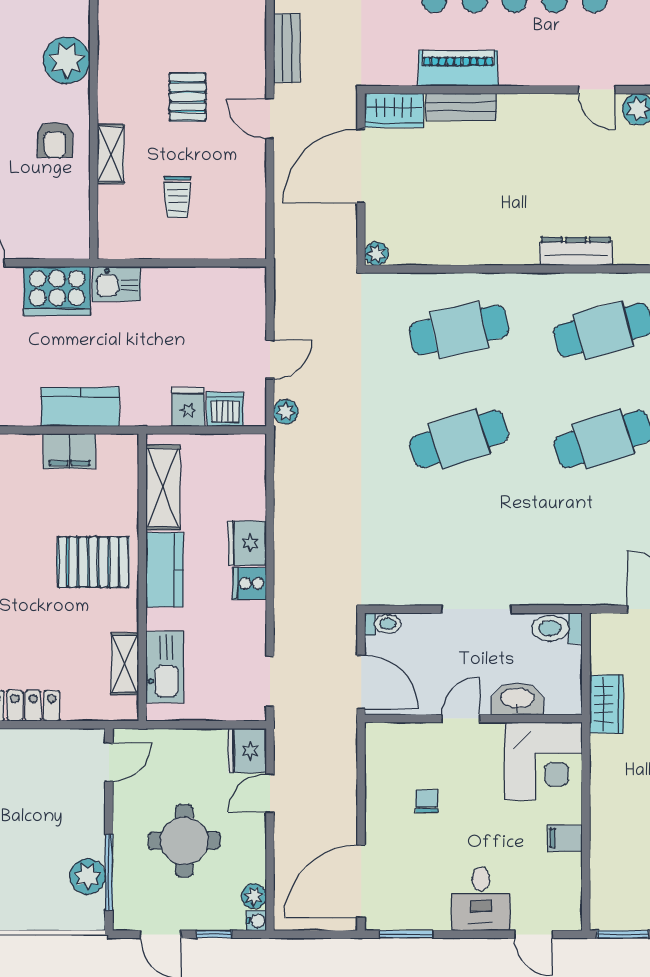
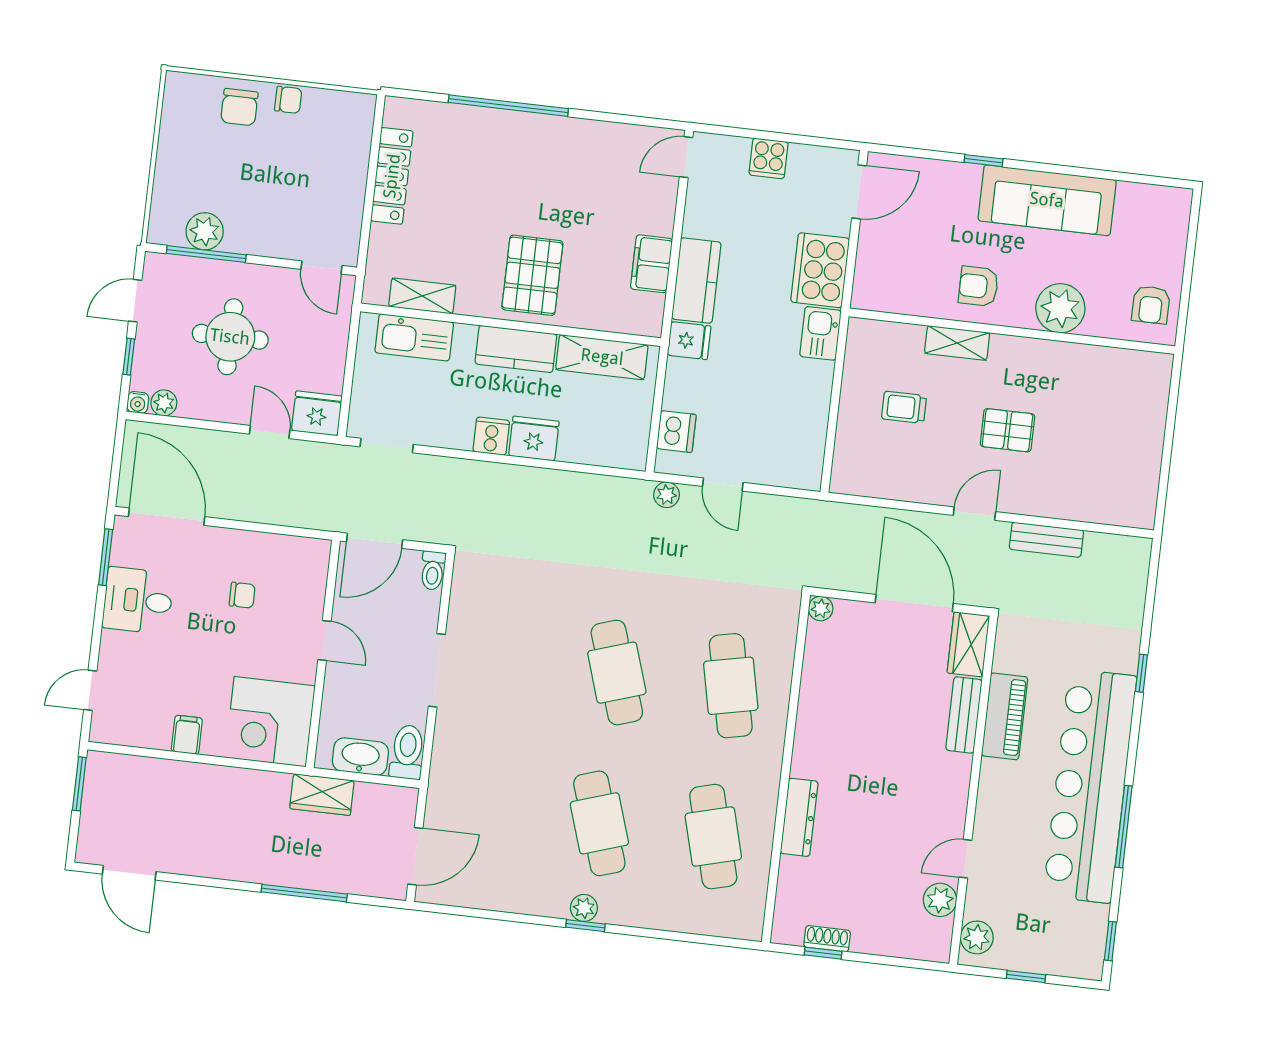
fridge: (188, 407) -> (689, 341), moved
washbasin: (517, 699) -> (360, 757), moved, turned -90
desk: (481, 899) -> (138, 601), moved

